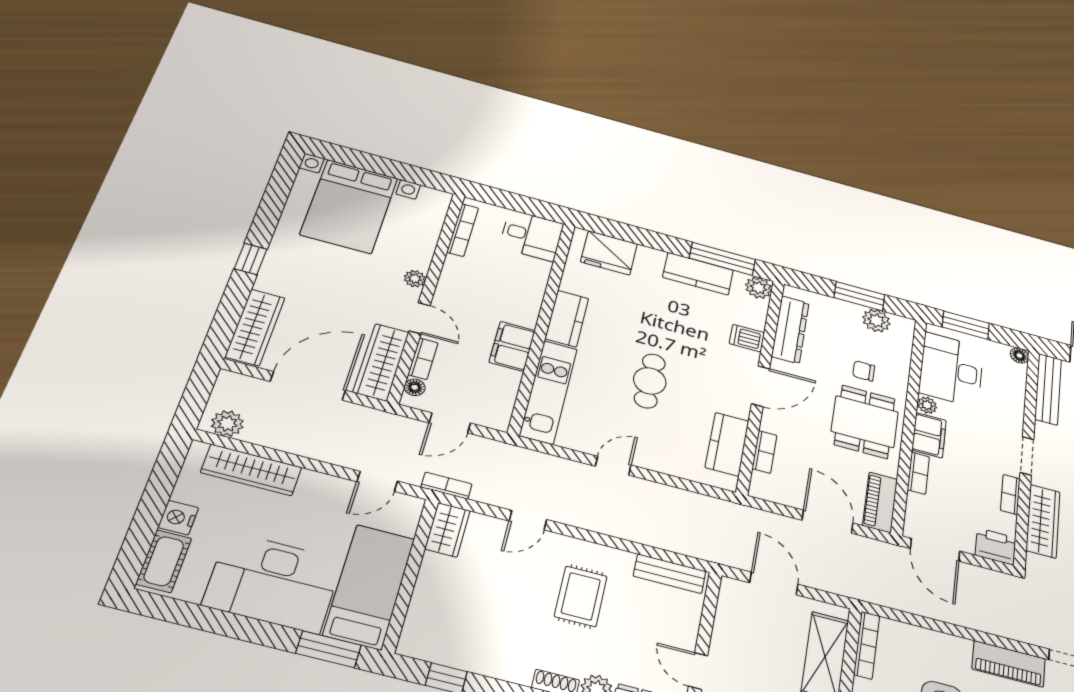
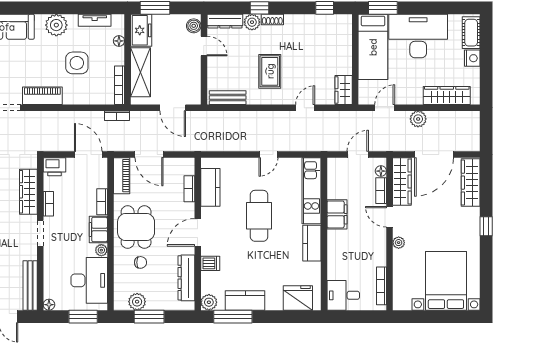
cafe table: (650, 381) -> (259, 216), width x1.37, depth x1.35
plant: (227, 424) -> (418, 119), moved
bookcase: (447, 486) -> (117, 116), moved

